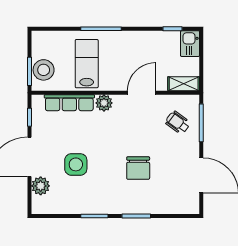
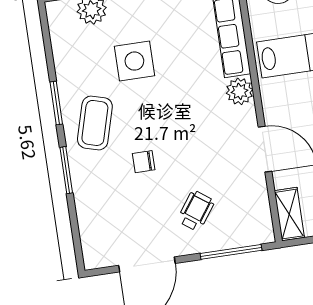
wheelchair: (178, 123) -> (196, 211), moved
chair: (138, 168) -> (144, 162), width x0.54, depth x0.54
coffee table: (110, 194) -> (95, 123), added

